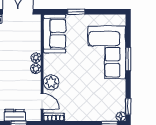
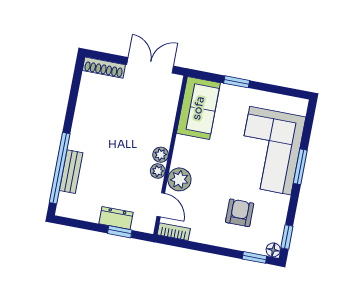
plant: (36, 58) -> (158, 171), moved
armchair: (94, 97) -> (240, 213), added

